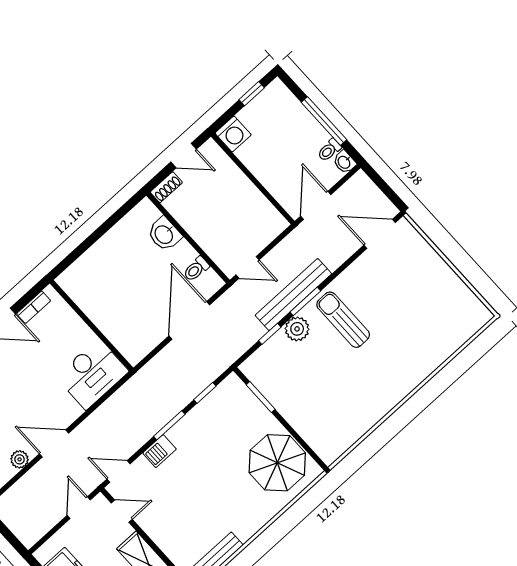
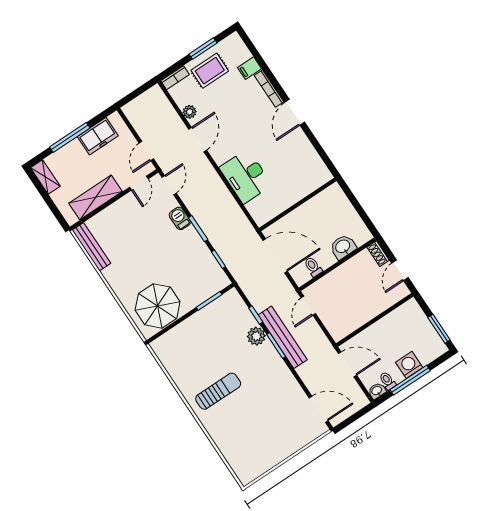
window: (252, 94) -> (439, 329), width x1.50
washing machine: (233, 134) -> (409, 365), moved, turned 90
door: (380, 234) -> (319, 409), hinge flipped
bookcase: (34, 307) -> (303, 140), removed
sun lounger: (343, 320) -> (218, 391), moved
wall: (92, 325) -> (298, 205), moved
door: (79, 508) -> (146, 151), swing flipped

